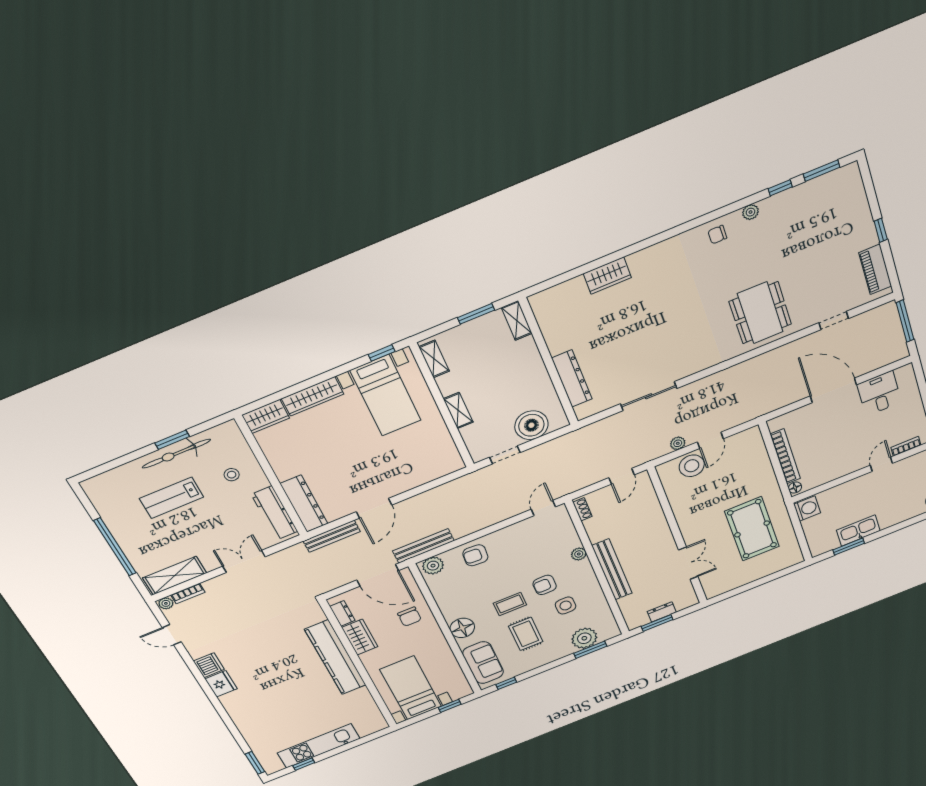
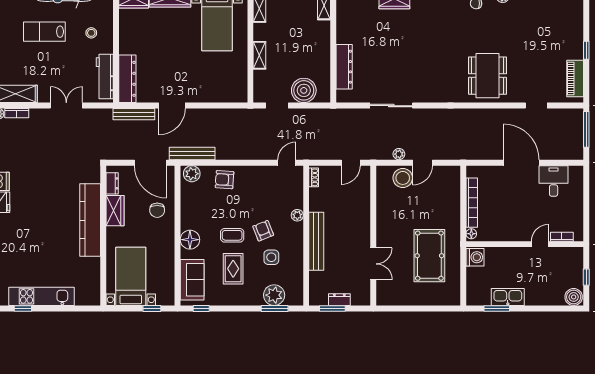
armchair: (545, 585) -> (263, 231), turned 68

